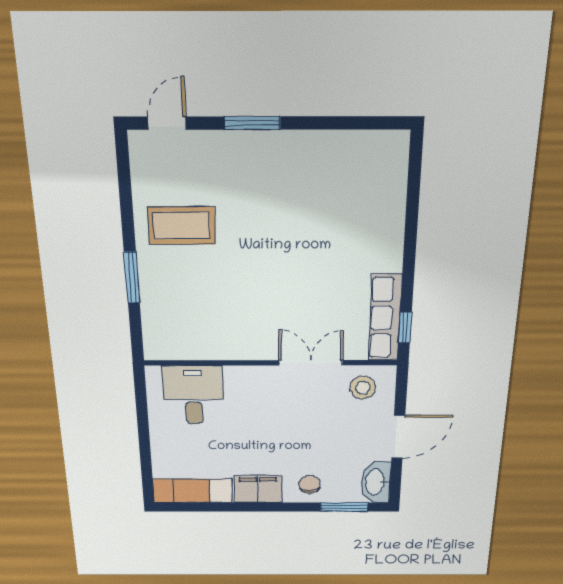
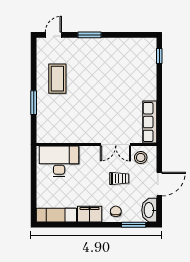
coffee table: (182, 226) -> (57, 79), turned 90
window: (405, 328) -> (159, 56), moved
double door: (311, 363) -> (116, 145), swing flipped
desk: (193, 395) -> (59, 161), width x1.37
trolley: (317, 427) -> (119, 178), added

